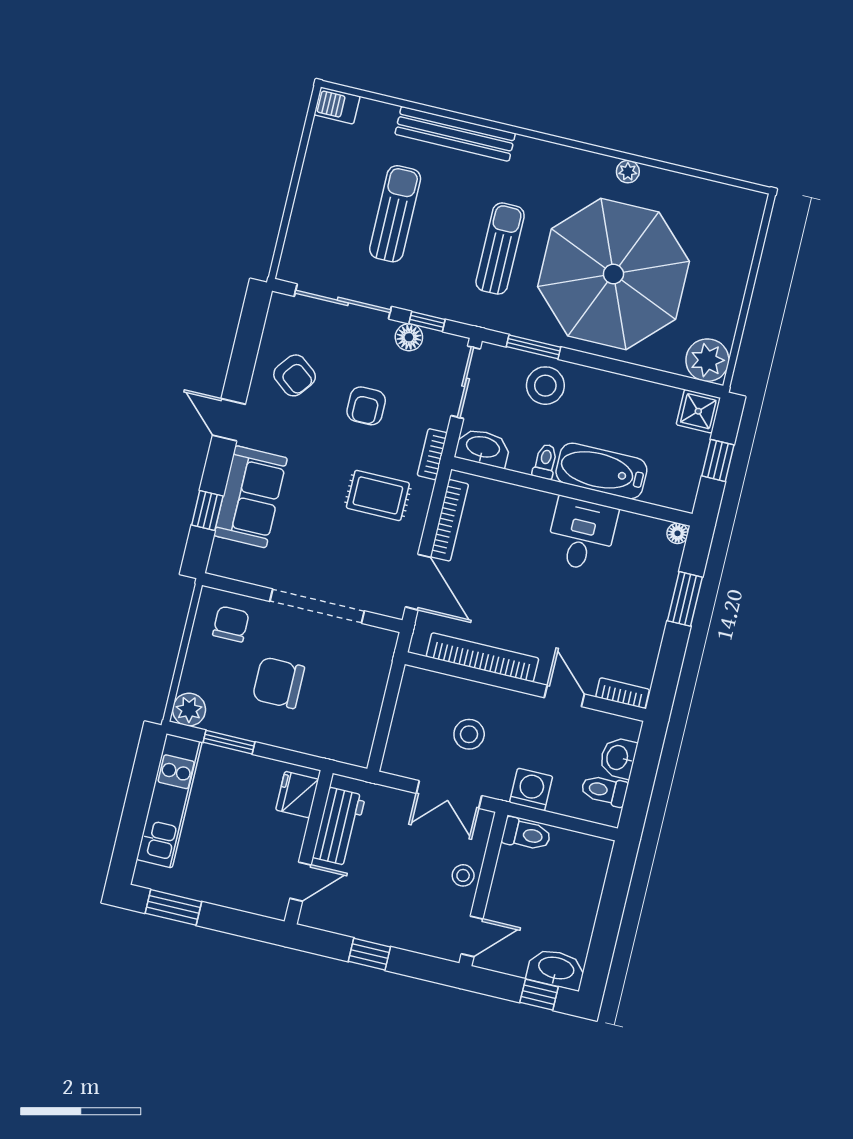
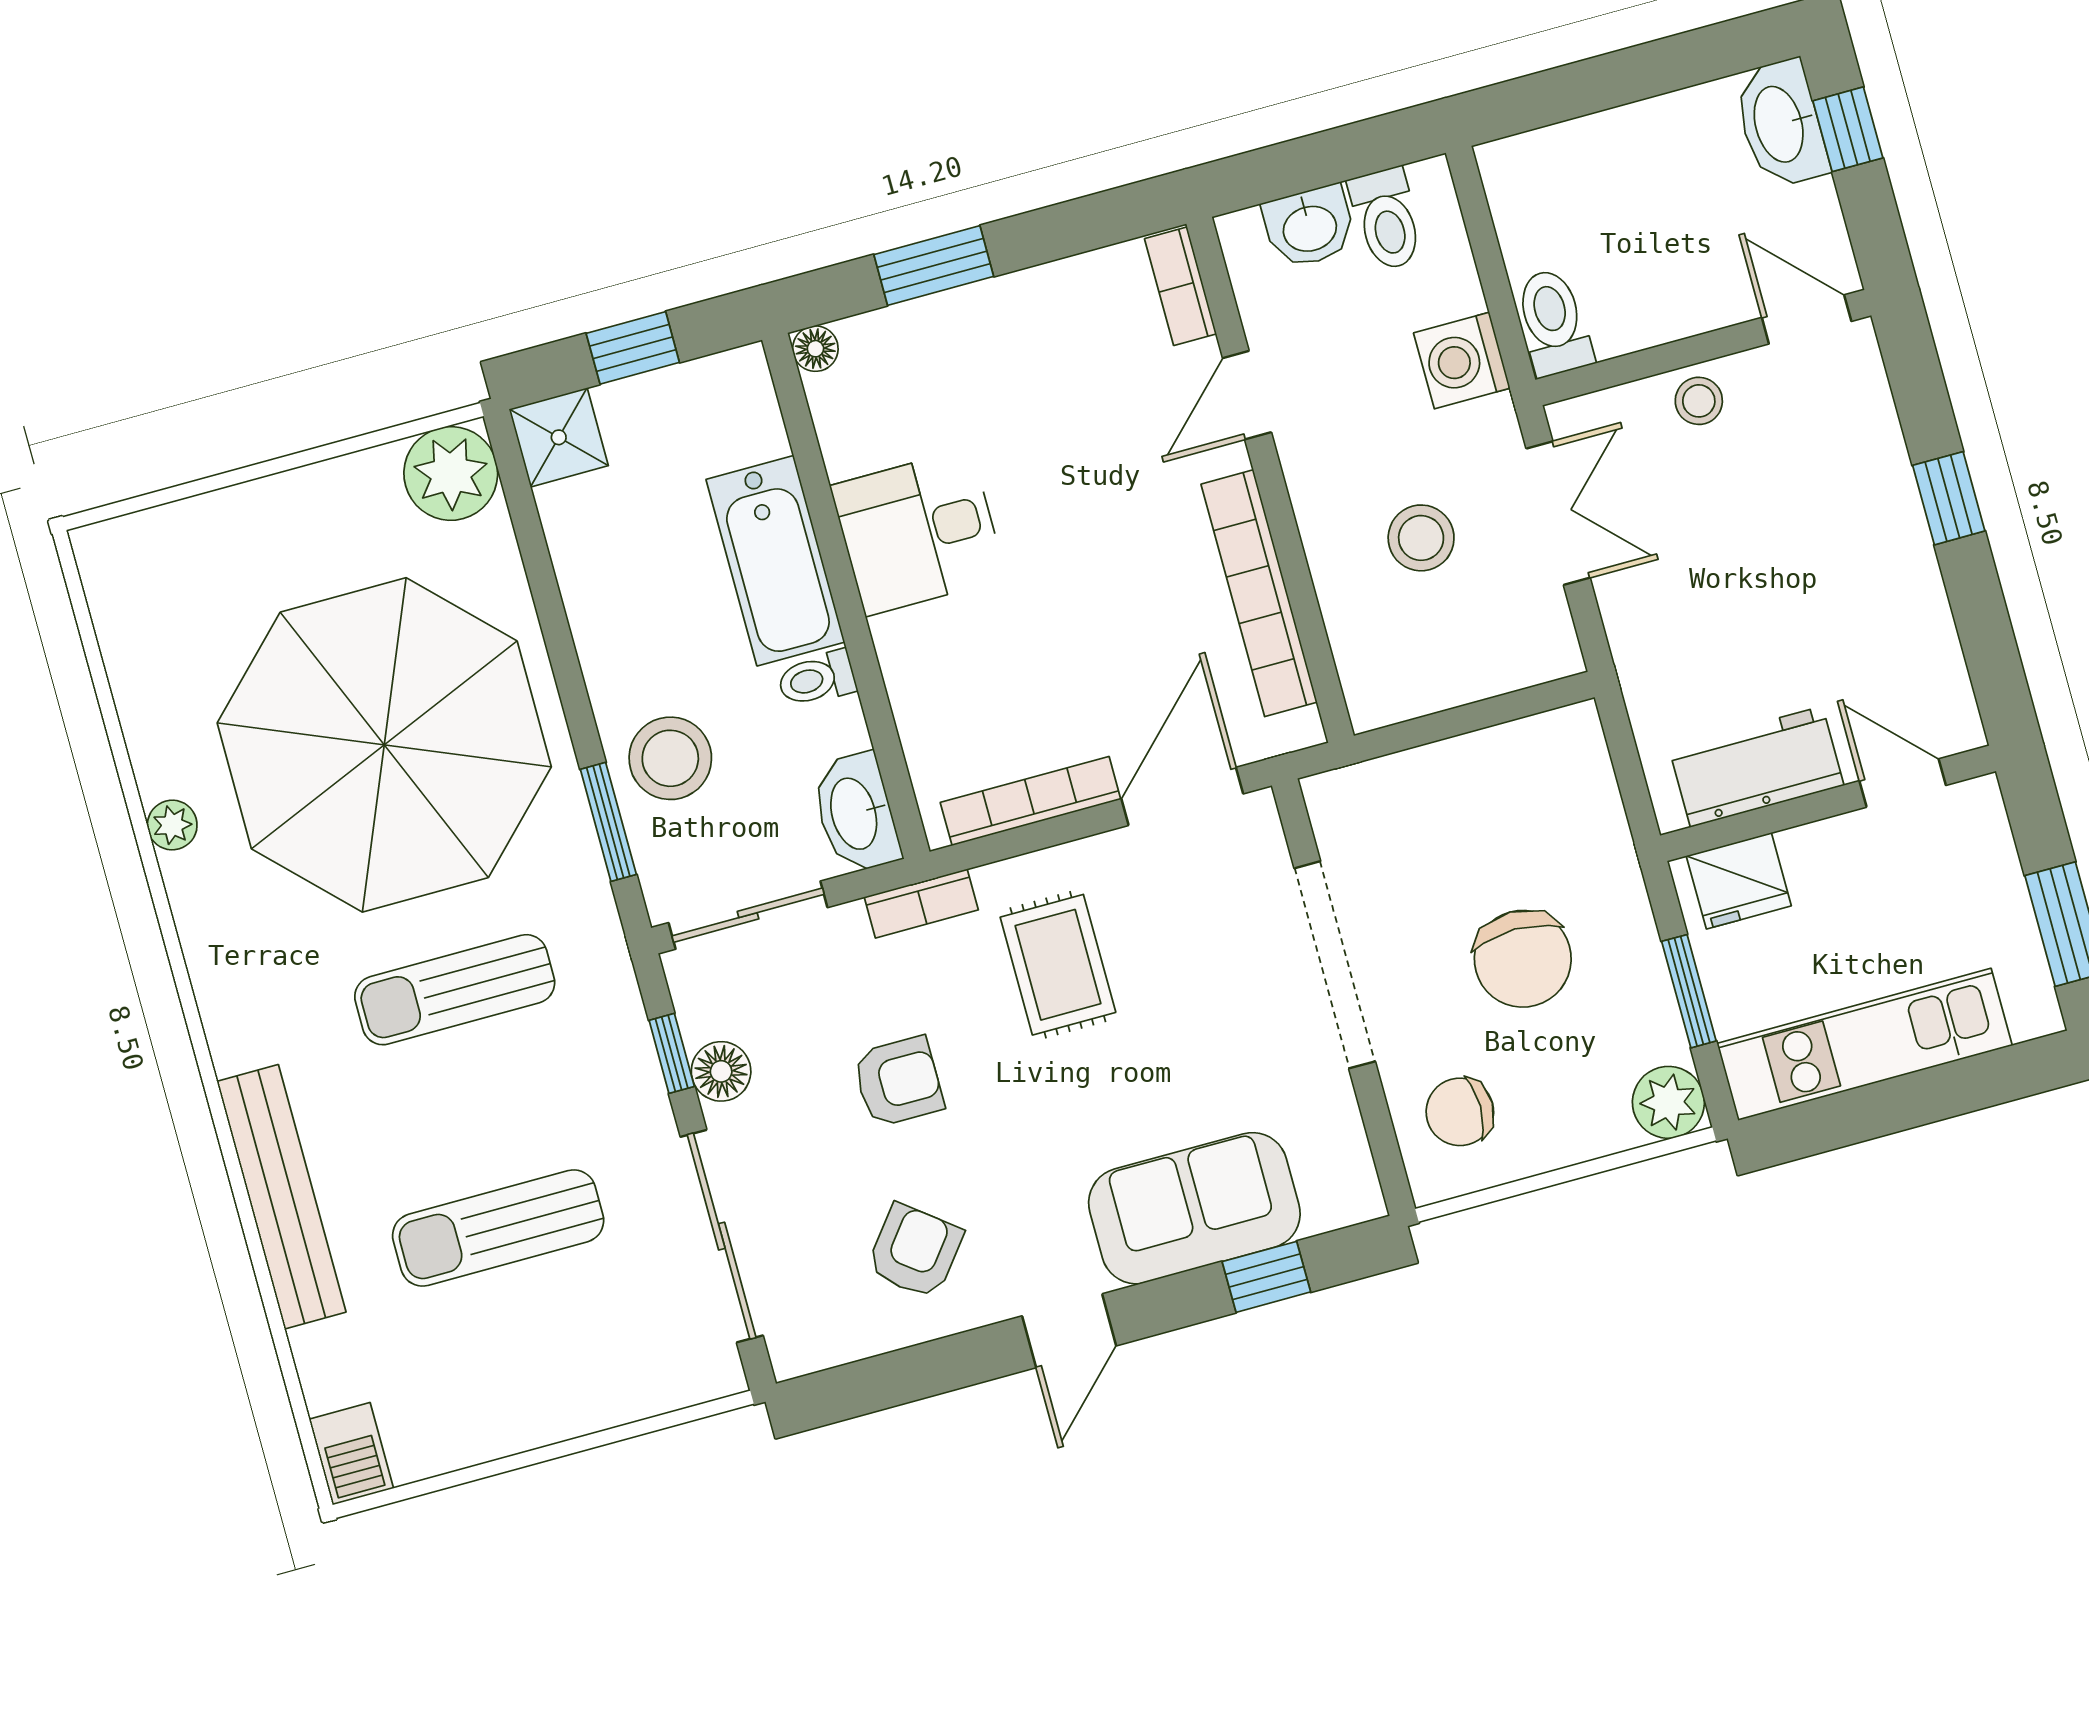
fridge: (297, 795) -> (1739, 881), moved
workbench: (339, 827) -> (1756, 767), moved
wall: (309, 847) -> (1828, 803), moved
door: (300, 882) -> (1903, 783), moved

